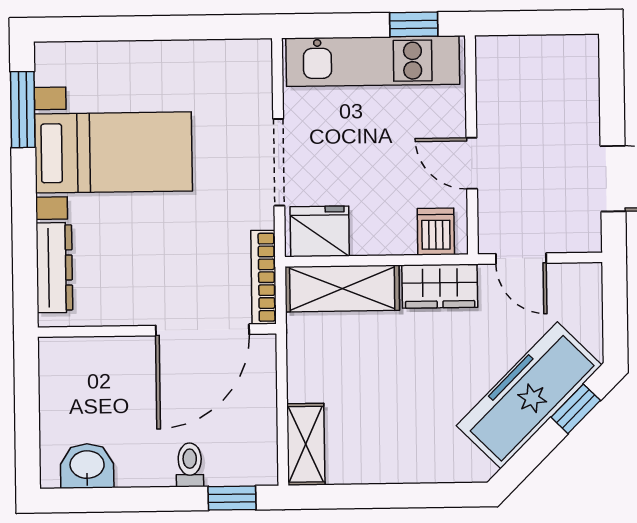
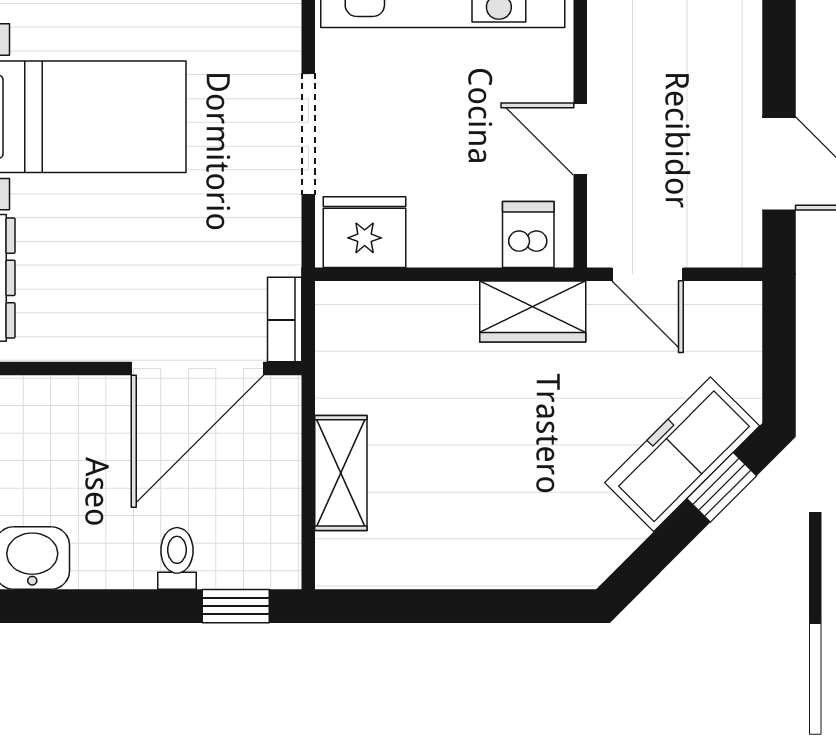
bookcase: (264, 277) -> (285, 320), width x0.64
shelving: (342, 288) -> (395, 313), removed
freezer: (529, 395) -> (682, 454), width x0.73, depth x0.79
shelving: (306, 444) -> (341, 473), moved

